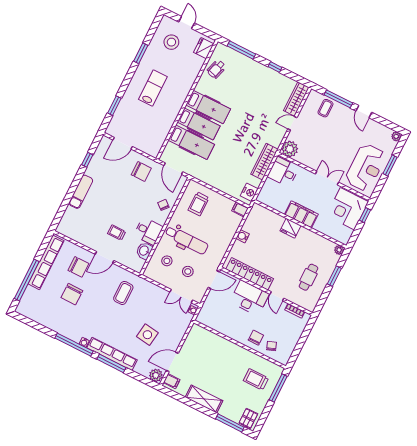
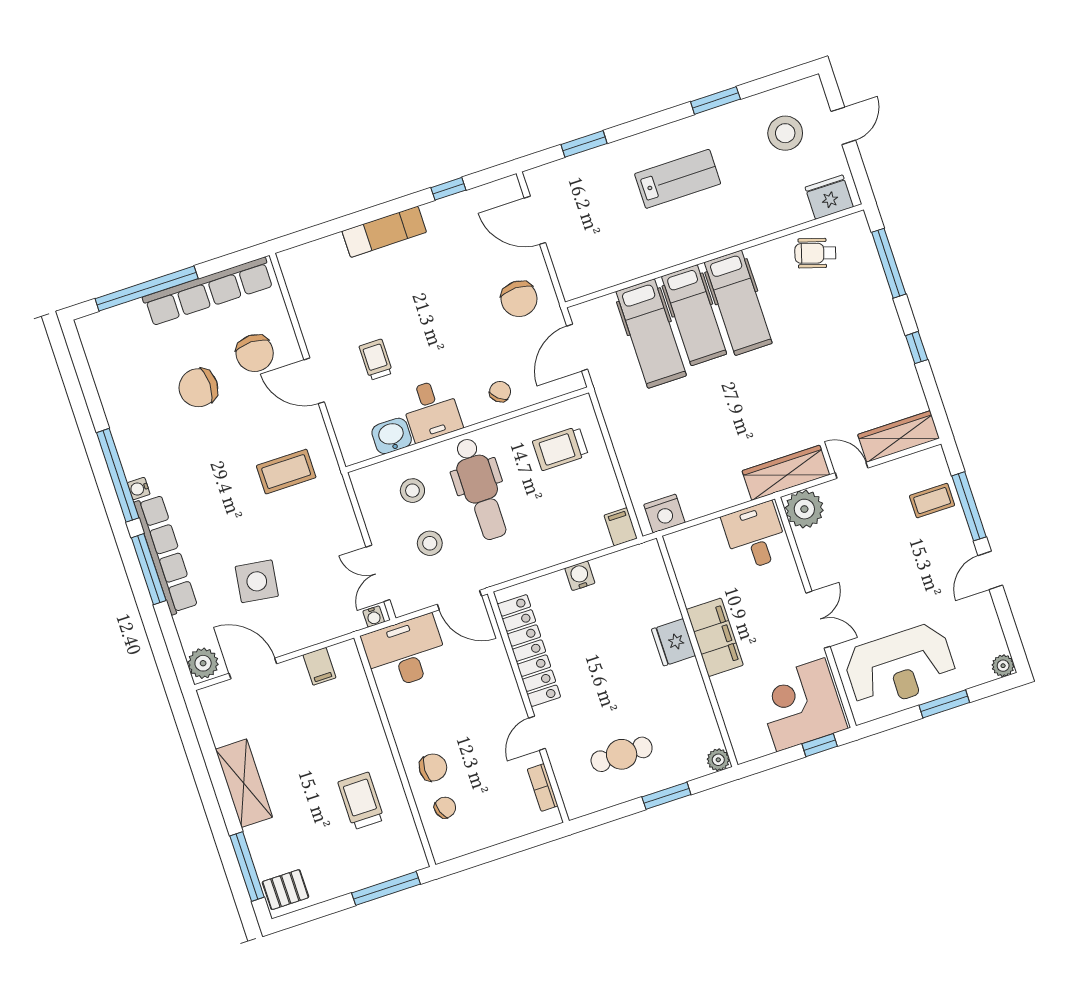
wardrobe: (264, 162) -> (786, 473), moved
desk: (249, 298) -> (405, 652), moved, turned -90
trolley: (256, 379) -> (361, 801), moved
filing cabinet: (172, 381) -> (319, 666), moved

